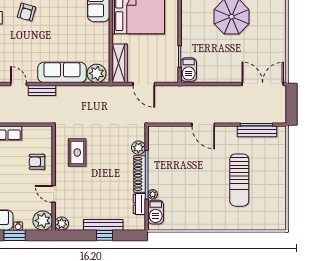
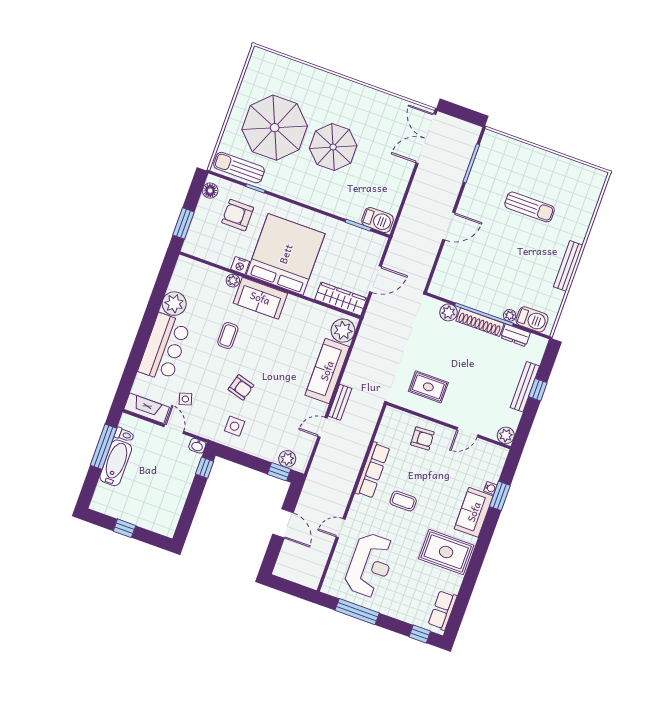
bench: (257, 131) -> (568, 266), moved
armchair: (37, 162) -> (422, 438), turned -93
sun lounger: (239, 180) -> (530, 207), width x0.73, depth x0.75
plant: (43, 221) -> (494, 456), removed

